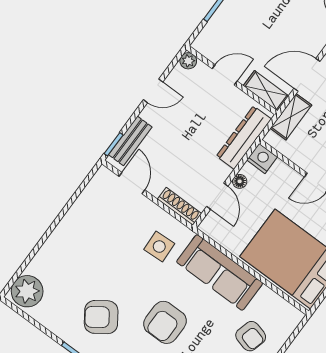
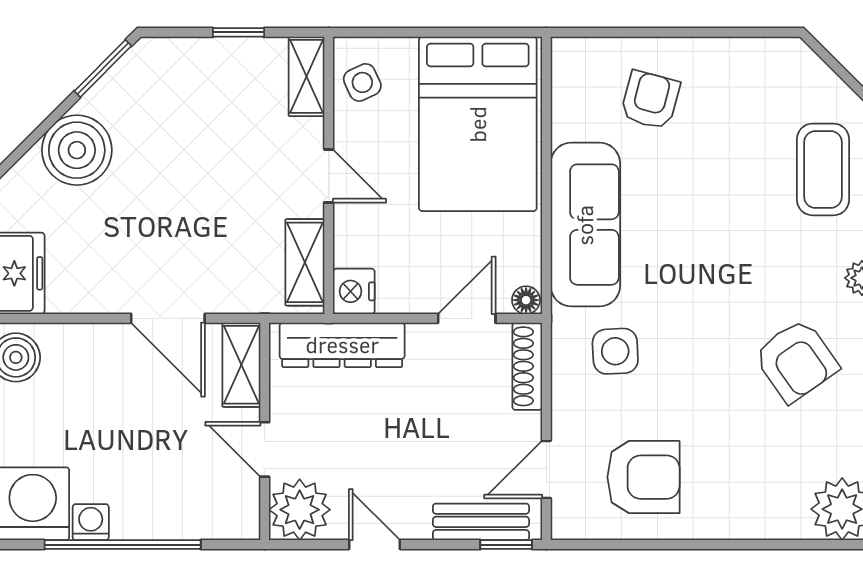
plant: (188, 61) -> (300, 510), width x1.88, depth x1.88
shelving: (291, 117) -> (305, 262), moved, turned 90
floor lamp: (240, 181) -> (526, 300), moved
armchair: (165, 322) -> (643, 477), moved

